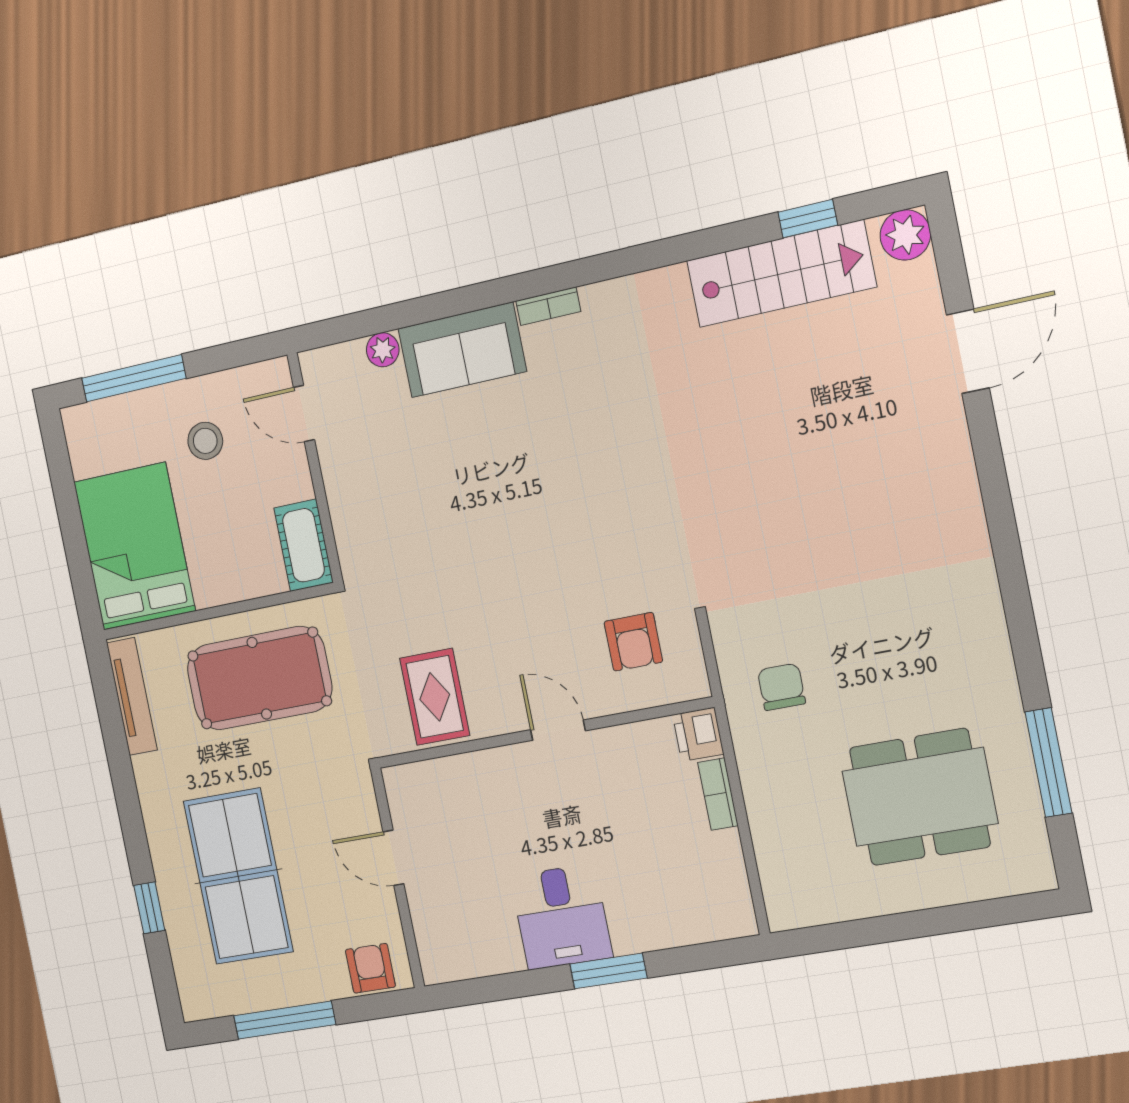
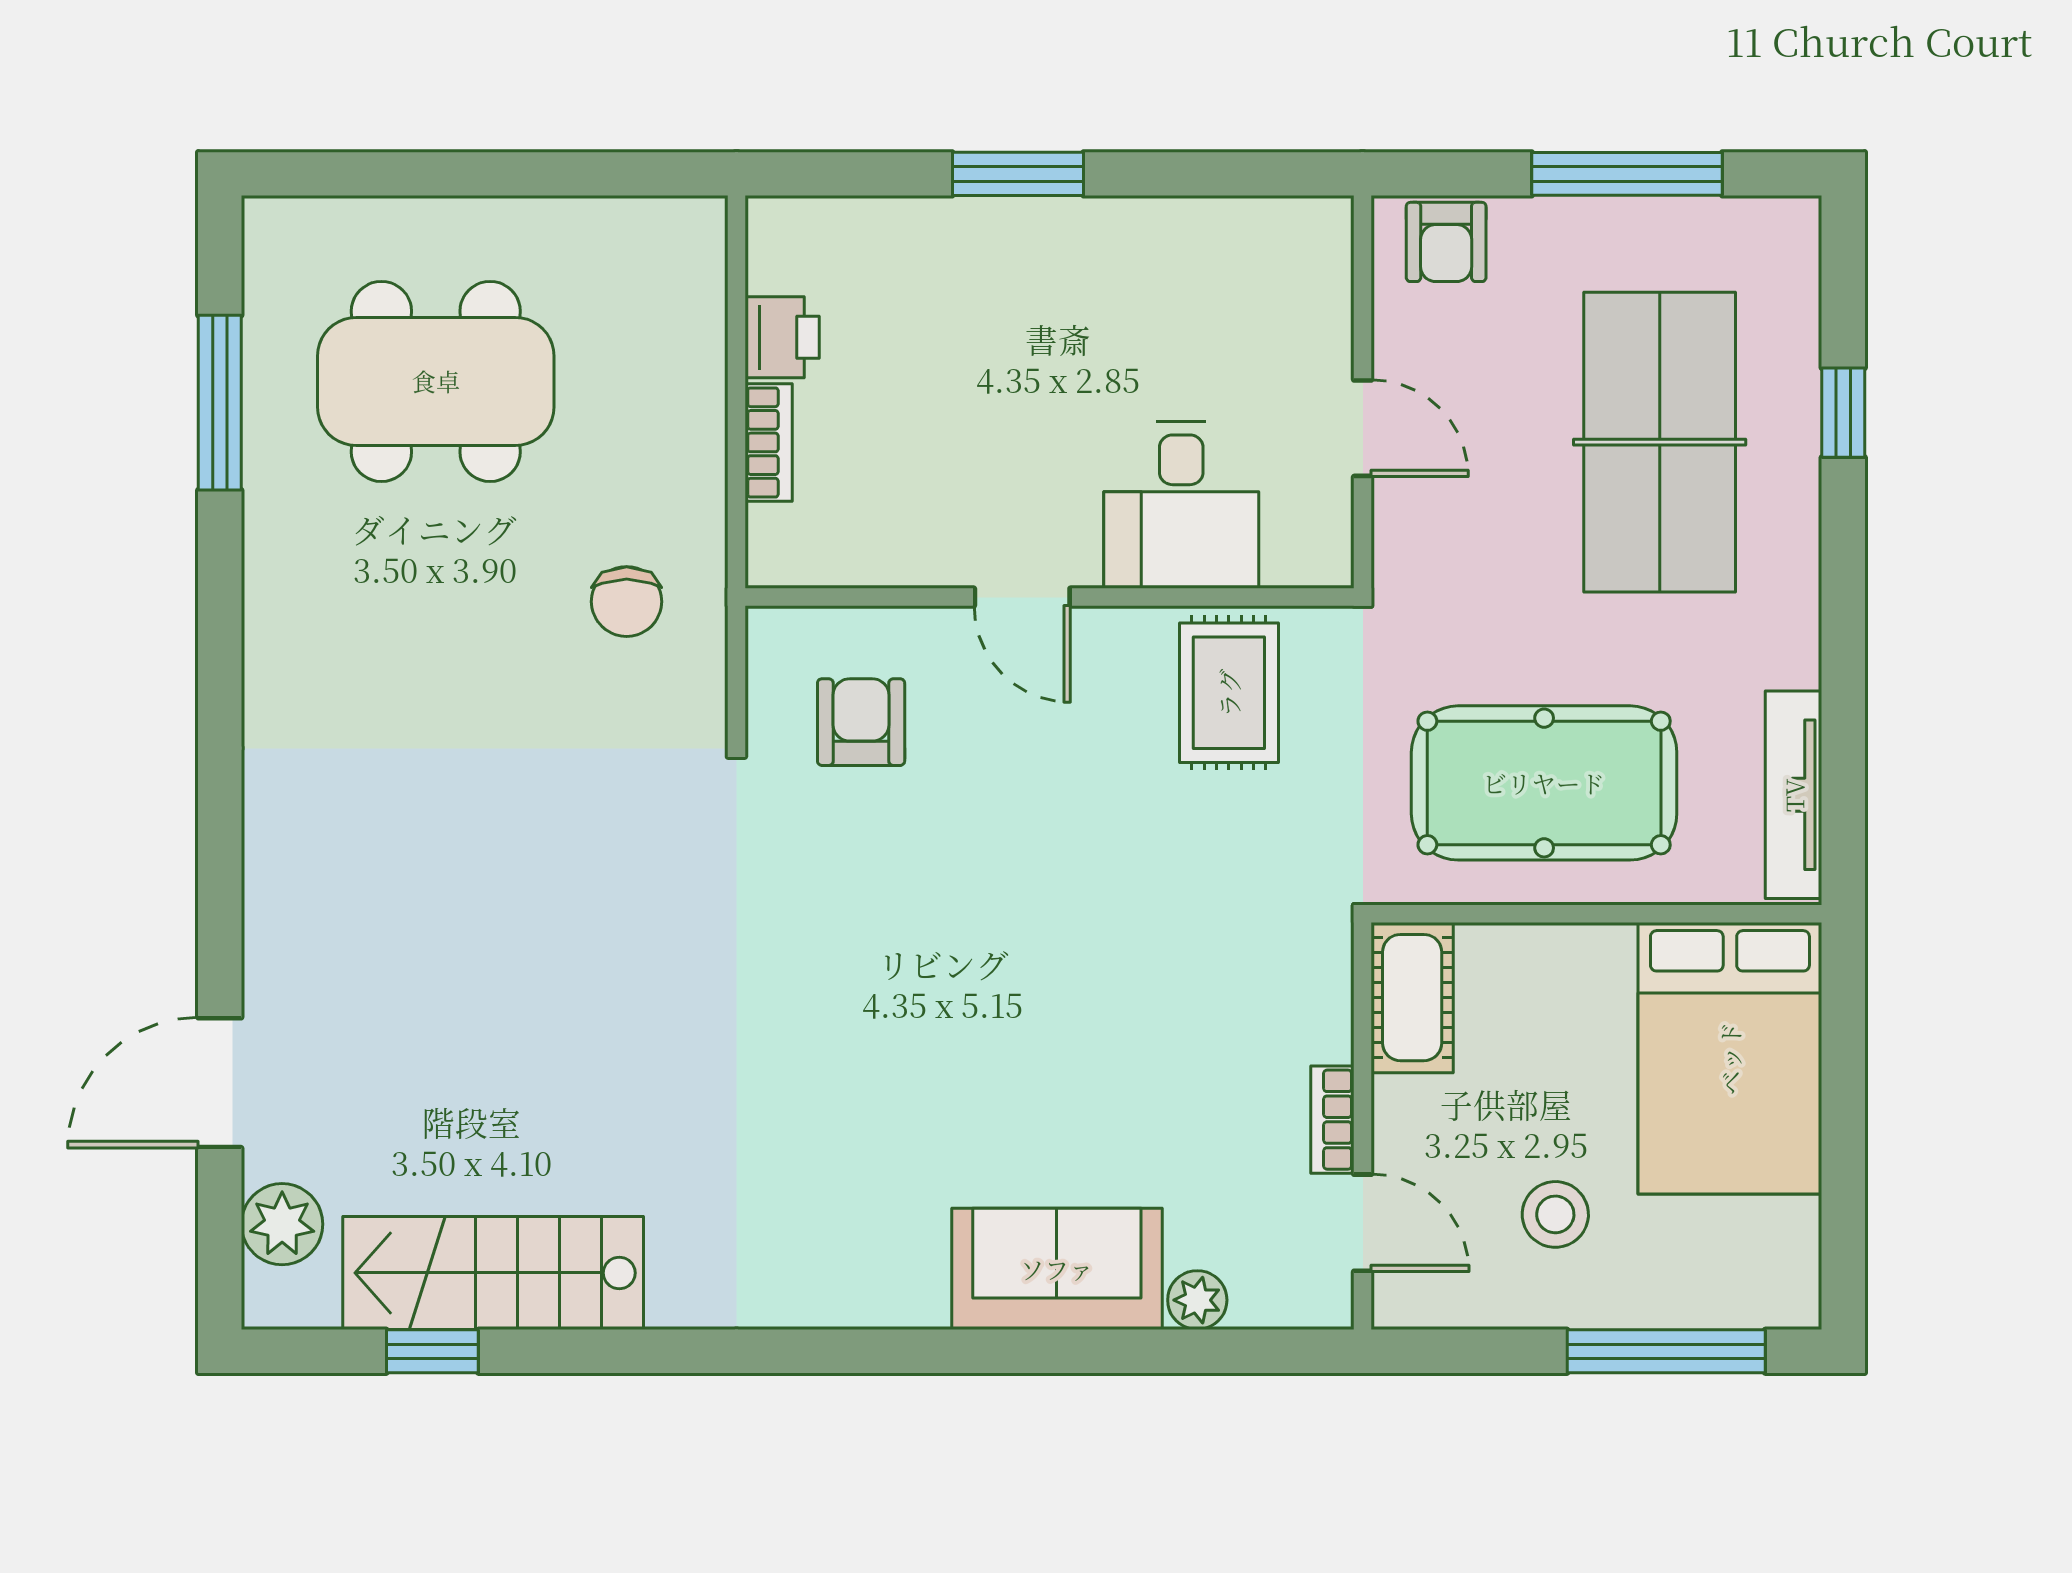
plant: (905, 235) -> (282, 1224), moved
bookcase: (548, 306) -> (1332, 1120), moved, turned -90
printer: (698, 734) -> (782, 337), moved
desk: (561, 917) -> (1181, 505), moved, turned 180

